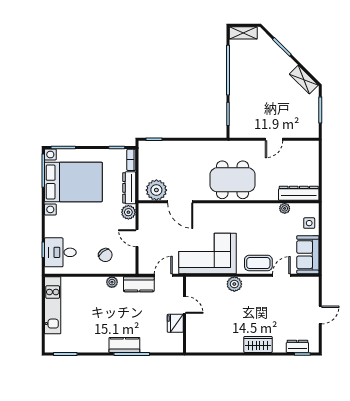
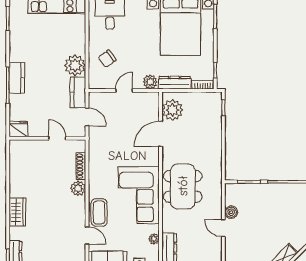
boiler: (258, 132) -> (231, 212), added
corner sofa: (207, 253) -> (139, 195), moved, turned 180
shoe rack: (212, 281) -> (81, 166), added
plant: (112, 282) -> (75, 65), width x1.87, depth x1.87
door: (184, 305) -> (57, 138), swing flipped
fridge: (175, 323) -> (18, 129), moved

